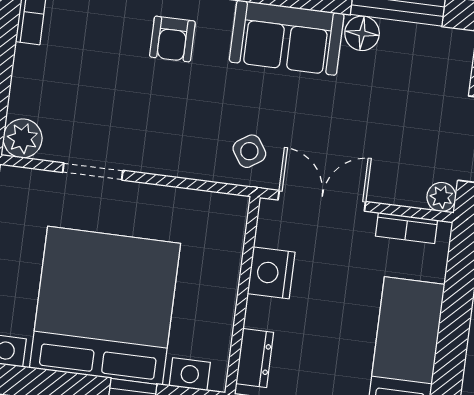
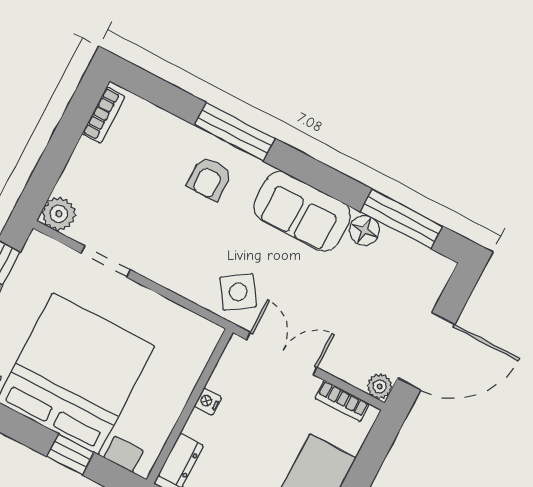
side table: (249, 151) -> (238, 292), width x1.37, depth x1.37
nightstand: (271, 273) -> (208, 401), width x0.53, depth x0.56

